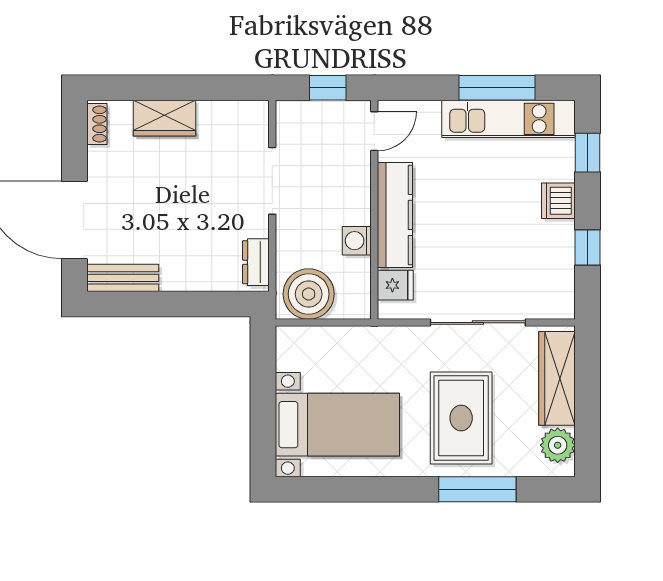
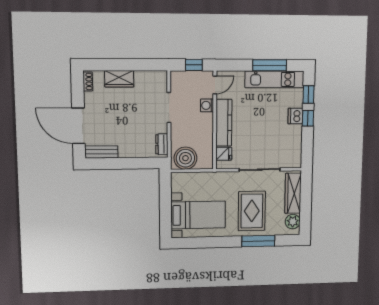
washing machine: (357, 241) -> (207, 105), moved
window: (587, 248) -> (308, 118), moved

